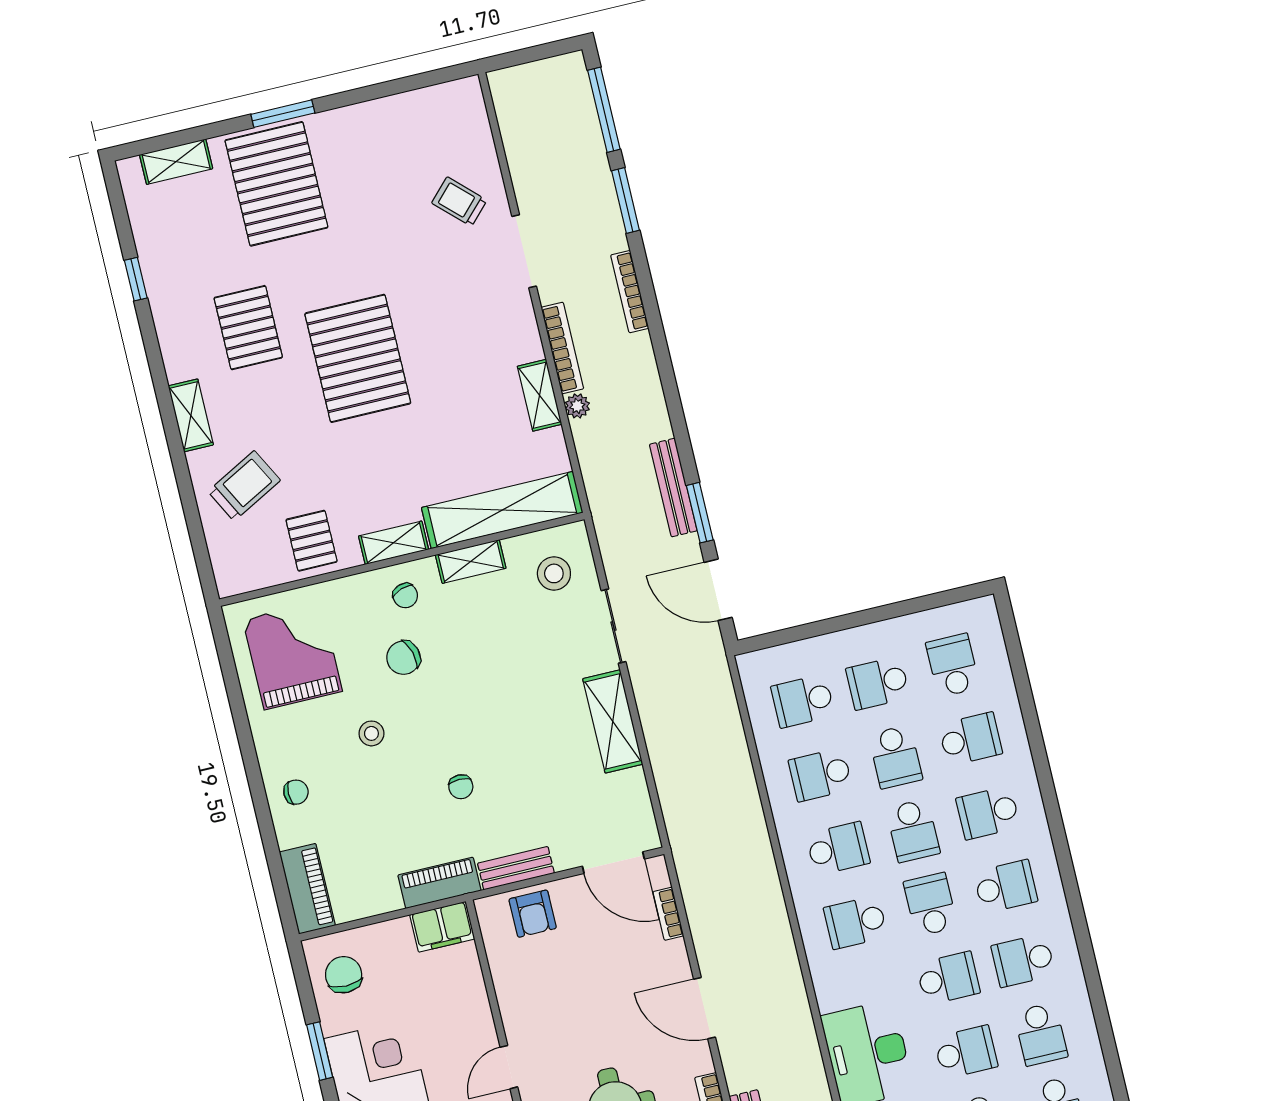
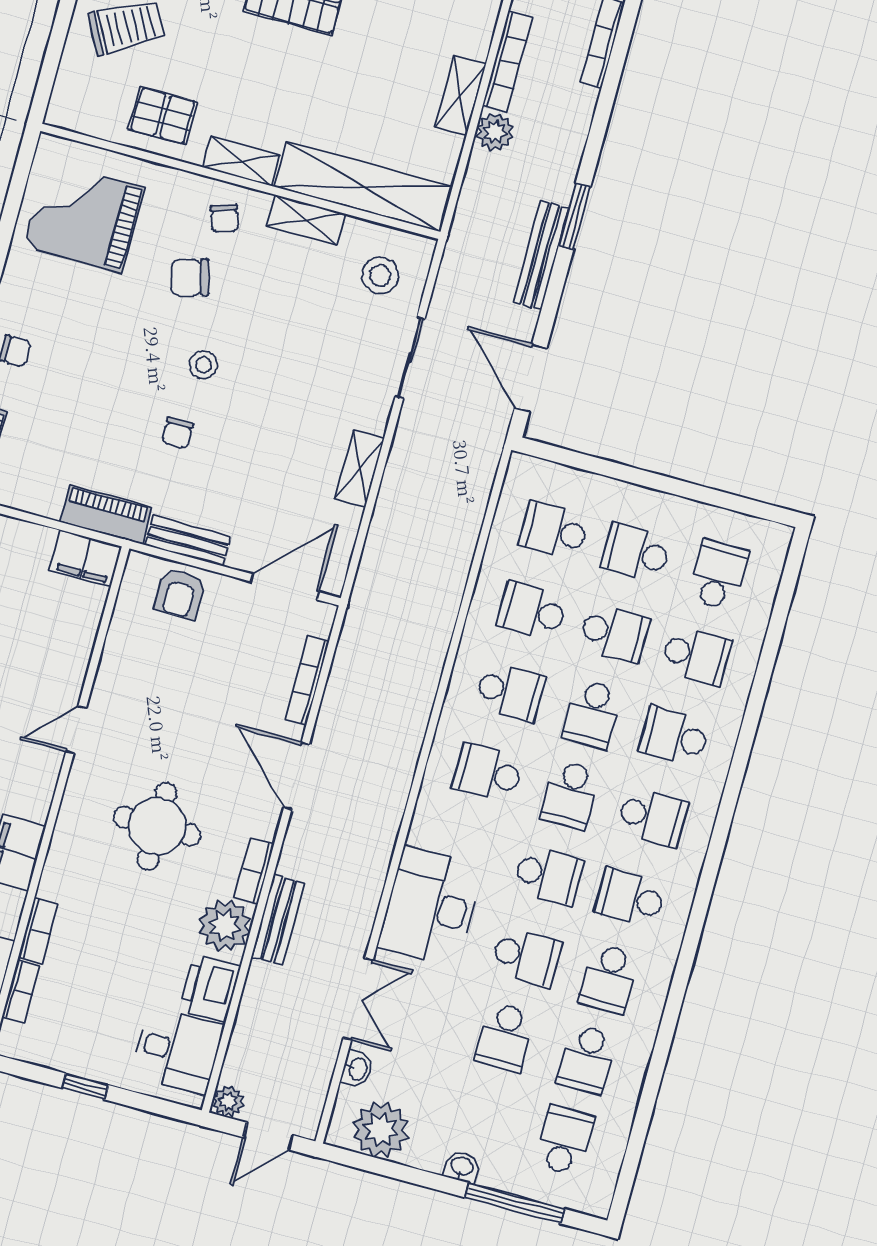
plant: (577, 406) -> (495, 132), width x1.38, depth x1.38
window: (700, 513) -> (575, 216), moved
pallet: (312, 541) -> (163, 116), turned 90
grand piano: (292, 655) -> (84, 217), turned -90
shelving: (613, 721) -> (360, 468), width x0.67, depth x0.75
stool: (371, 733) -> (203, 365), moved
school desk: (895, 757) -> (614, 633), turned -90
door: (613, 863) -> (285, 587), swing flipped
school desk: (931, 904) -> (570, 795), turned 180
bookcase: (668, 914) -> (307, 680), width x1.56

